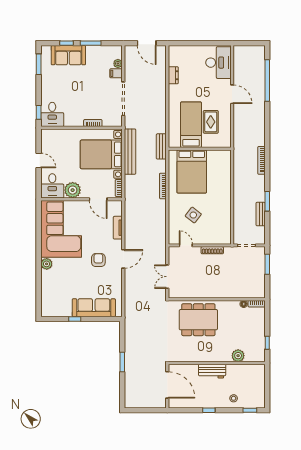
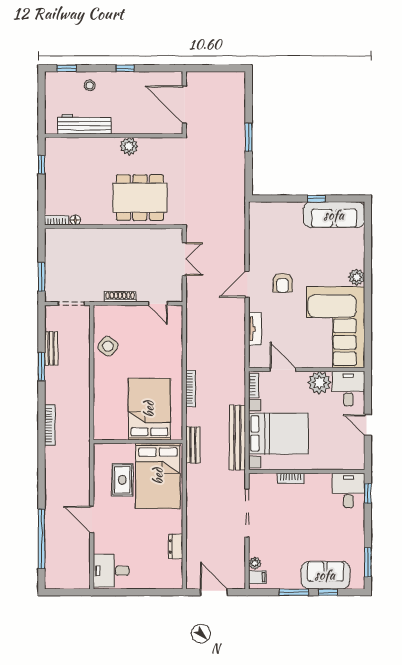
desk: (218, 63) -> (111, 571), width x0.73
filing cabinet: (116, 73) -> (257, 577), moved
bed: (191, 125) -> (158, 476), width x1.50
side table: (193, 215) -> (108, 346), moved
sofa: (94, 308) -> (334, 215), moved
plant: (238, 356) -> (129, 146), moved
workbench: (212, 371) -> (84, 124), moved, width x1.38

